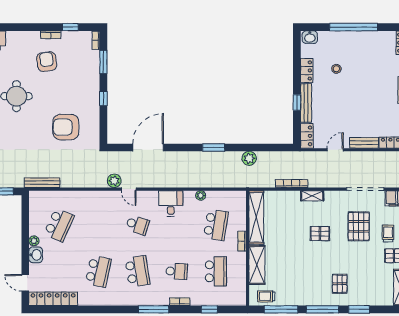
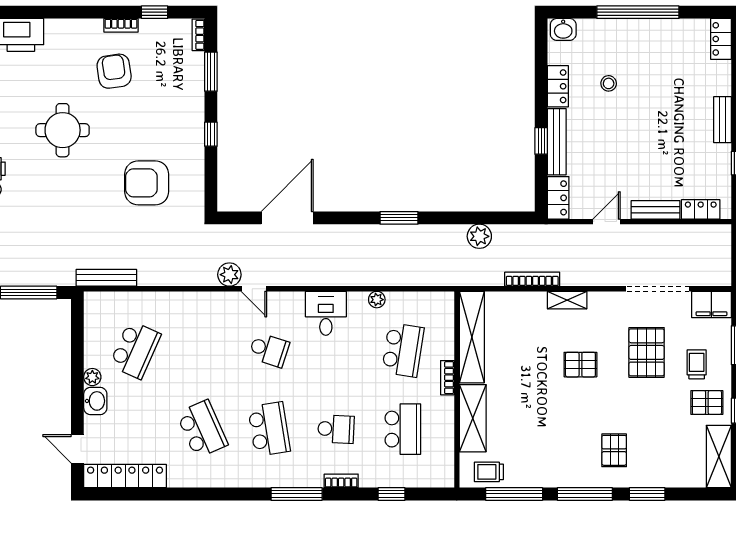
plant: (249, 158) -> (479, 236), moved
school desk: (98, 271) -> (202, 429), turned -36

